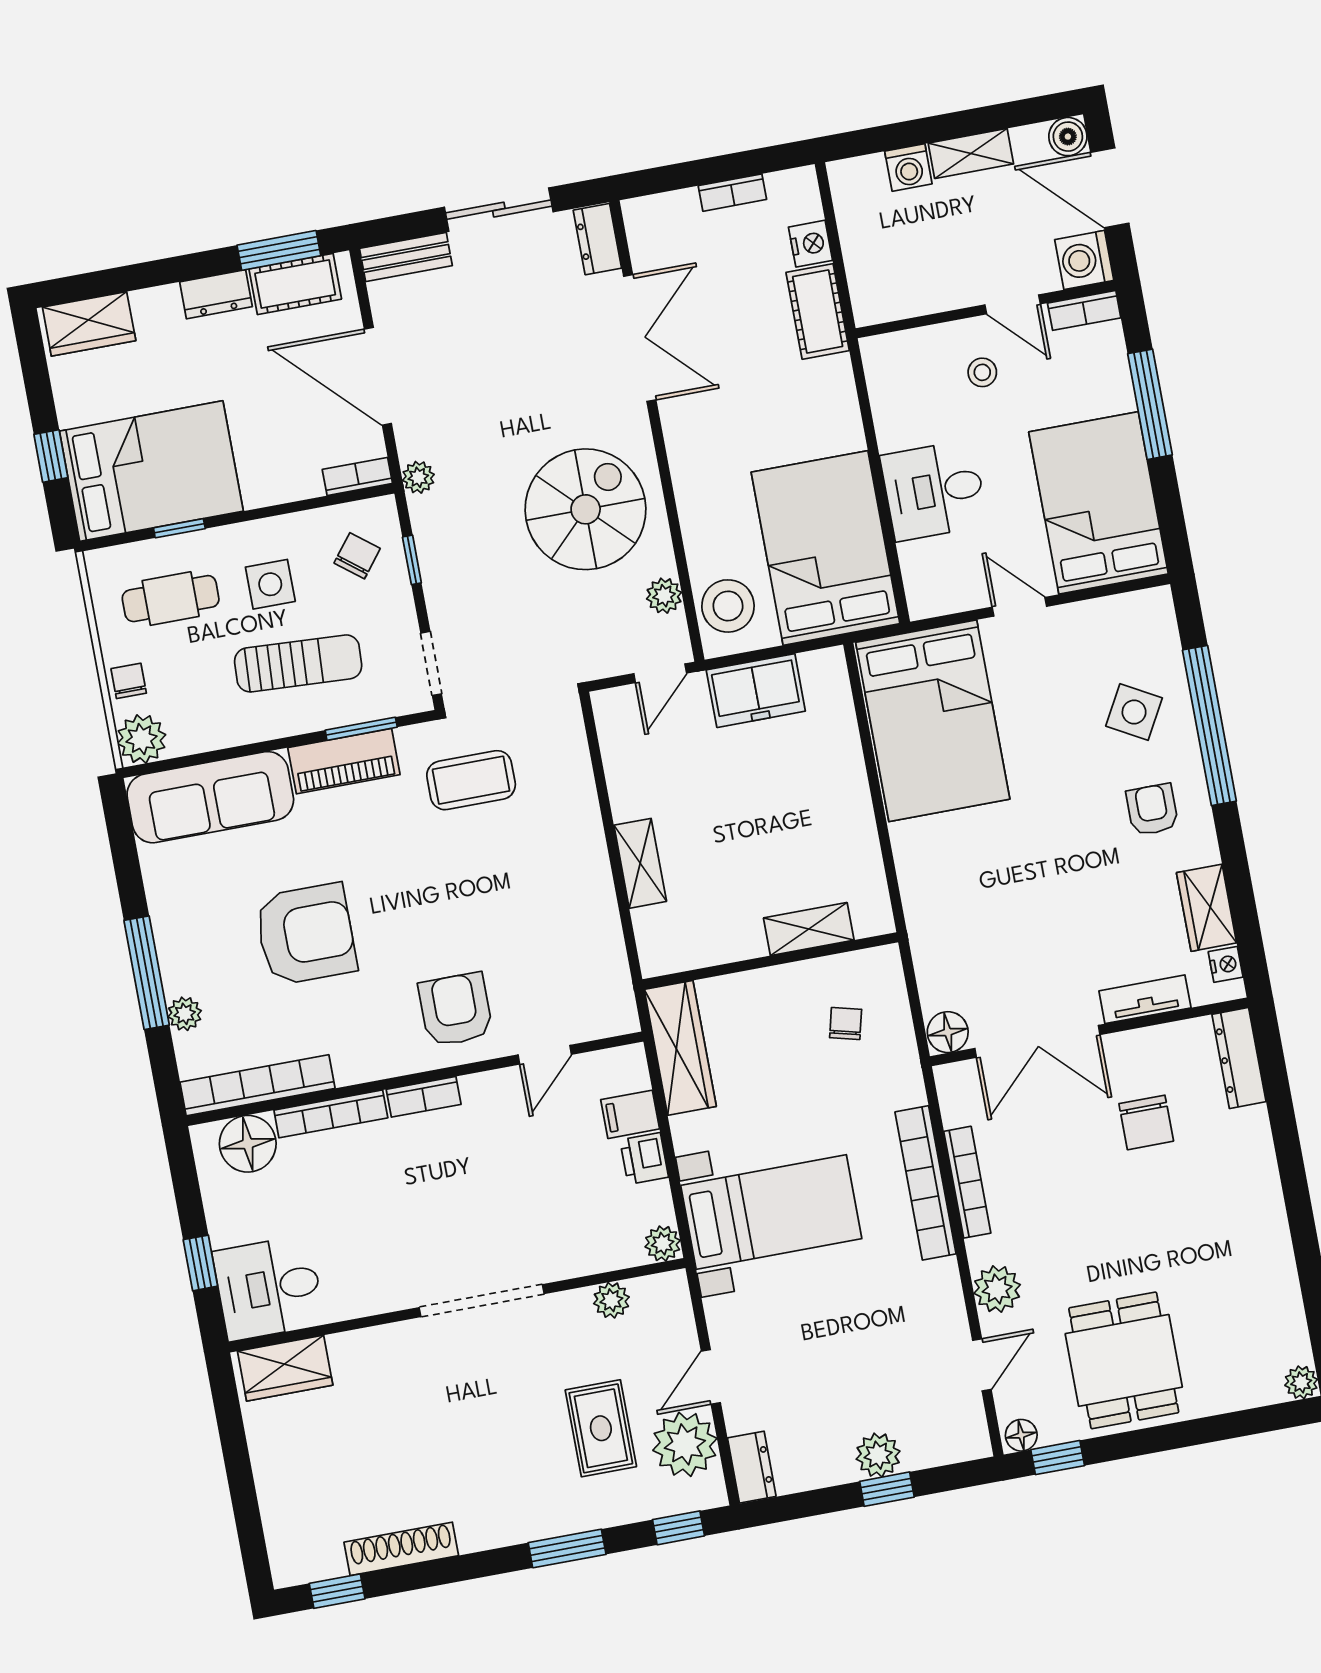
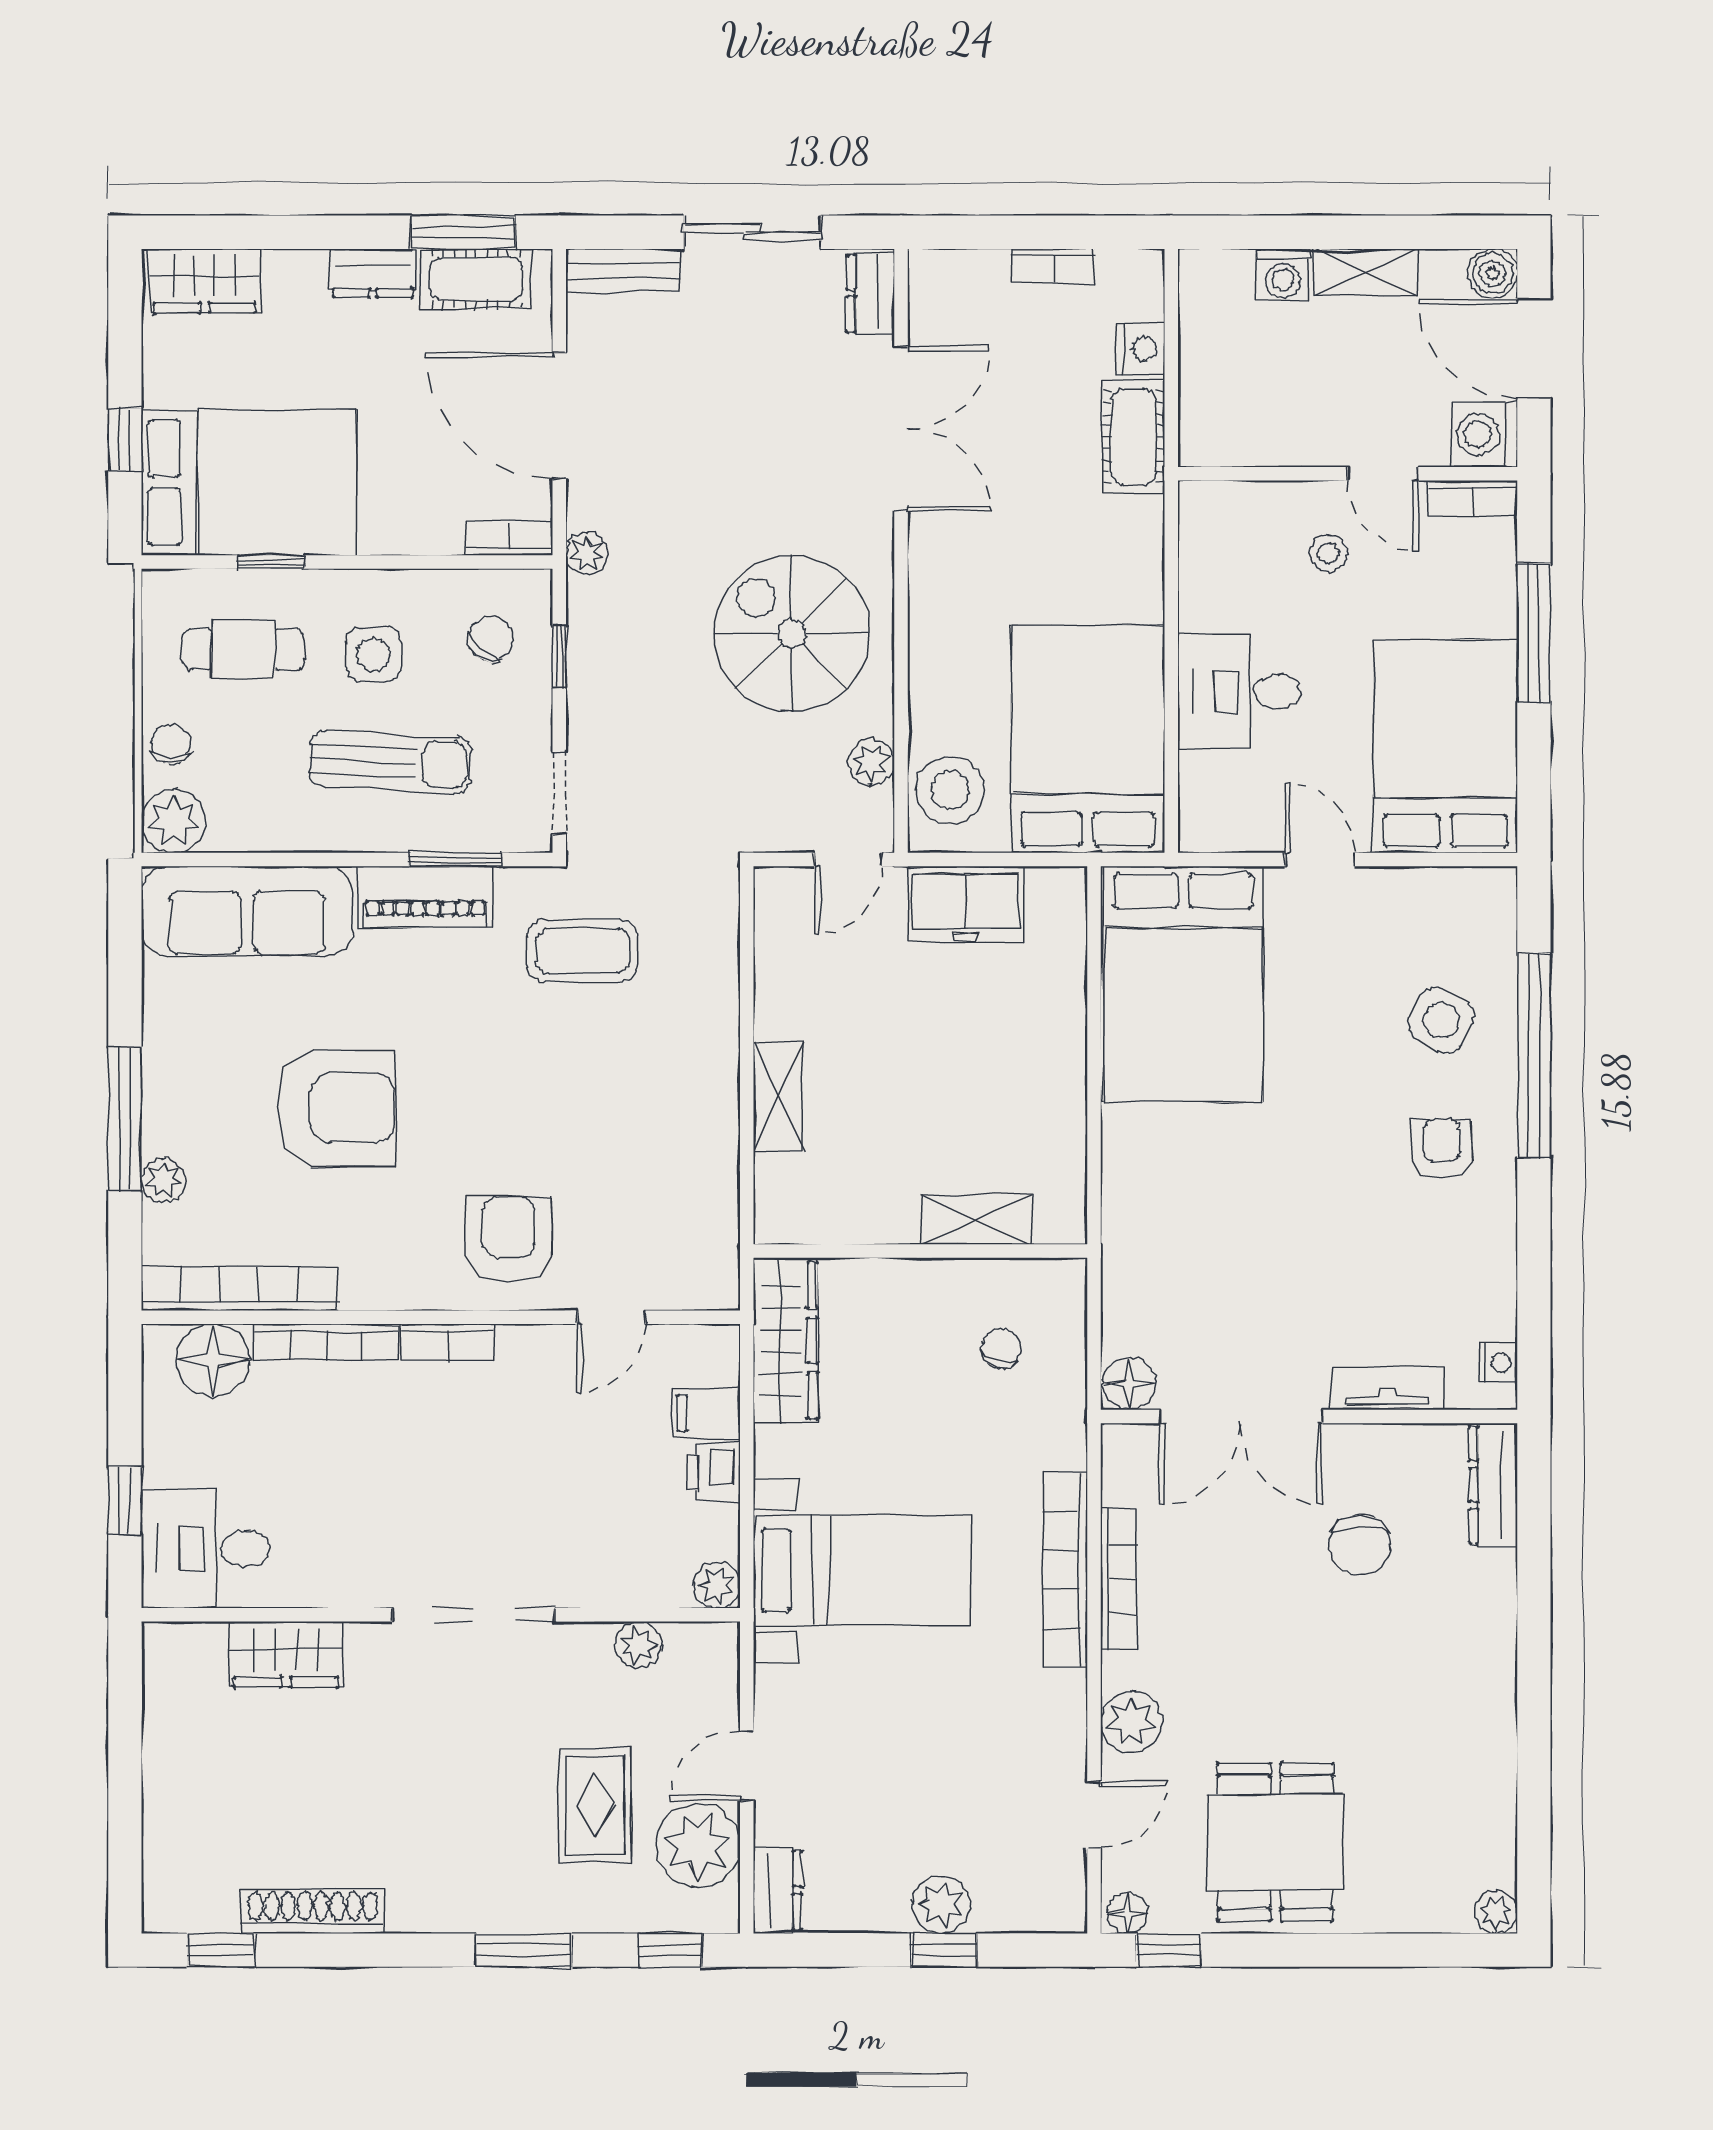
spiral stairs: (586, 509) -> (792, 634), turned -90
wardrobe: (1207, 908) -> (1487, 1286), removed
wardrobe: (285, 1368) -> (286, 1654), moved

